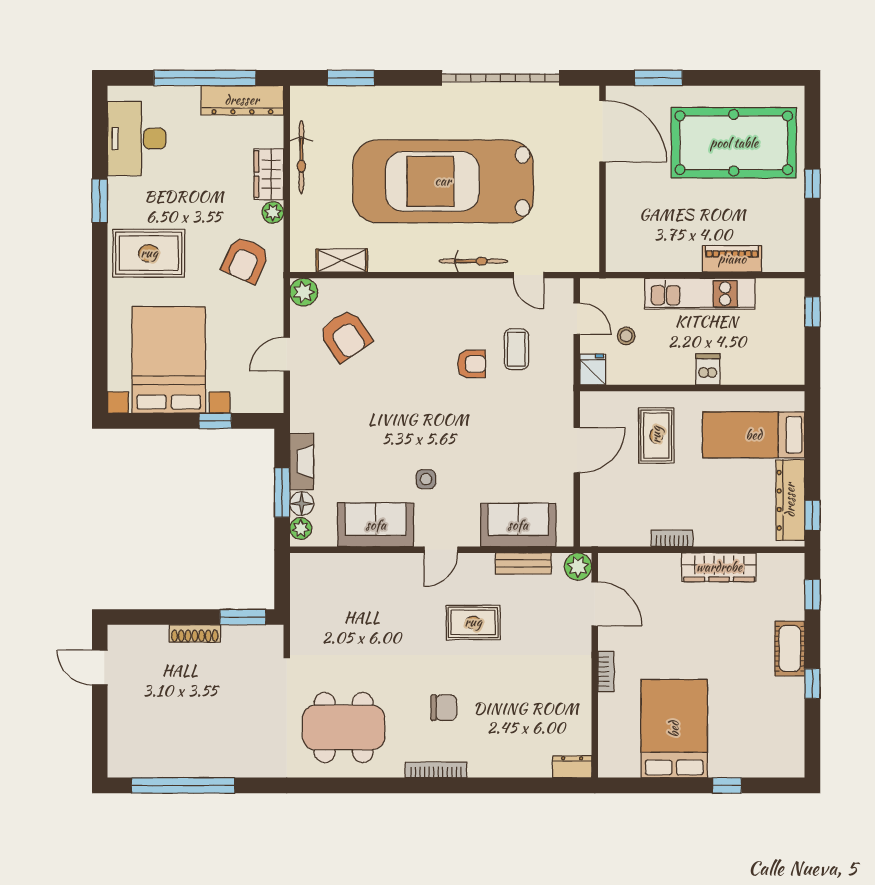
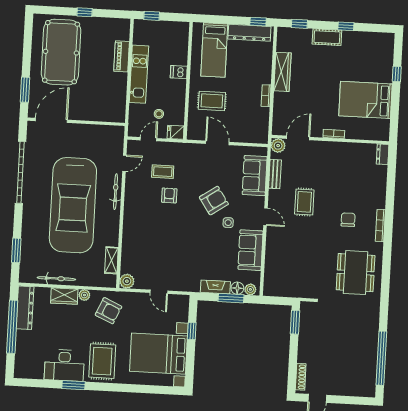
desk: (137, 139) -> (64, 365), moved
armchair: (345, 336) -> (214, 201), moved
shoe rack: (195, 633) -> (301, 377), moved

